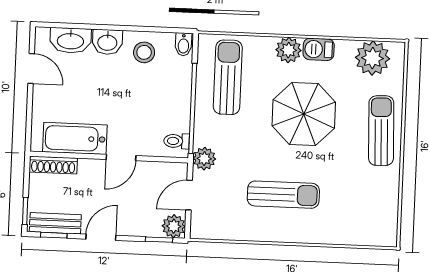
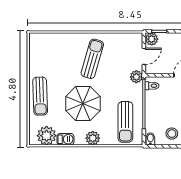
barbecue: (319, 49) -> (65, 139), moved
sun lounger: (283, 195) -> (92, 59), turned 106

